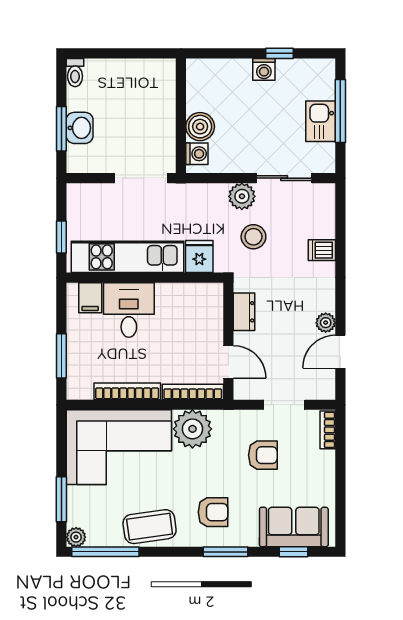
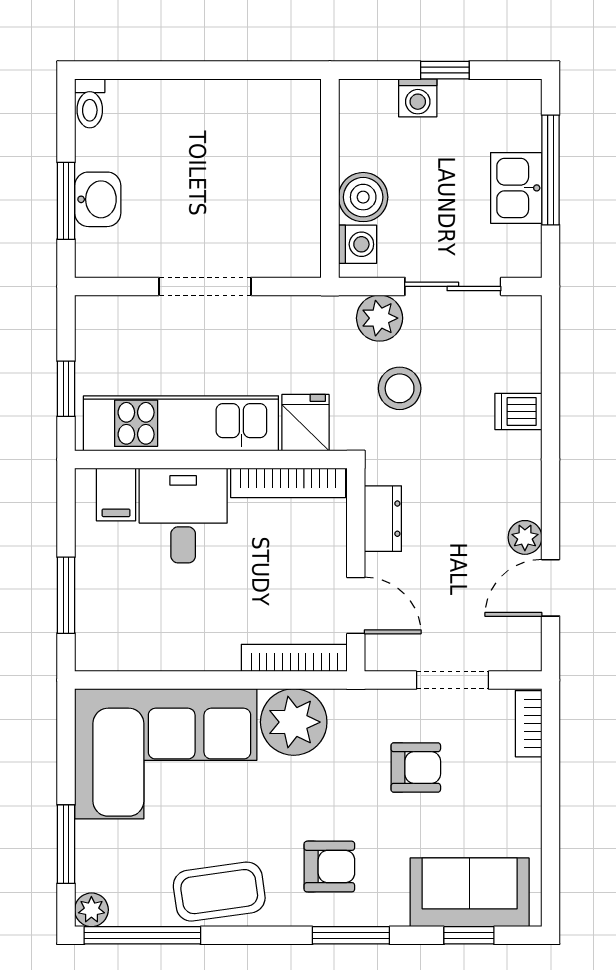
wall: (181, 116) -> (330, 178), moved
boiler: (200, 127) -> (363, 197), moved
washing machine: (197, 154) -> (358, 244), moved
bookcase: (127, 391) -> (288, 483), moved, turned 180

